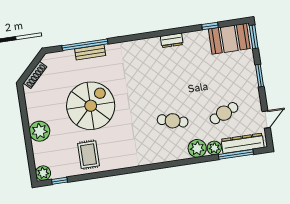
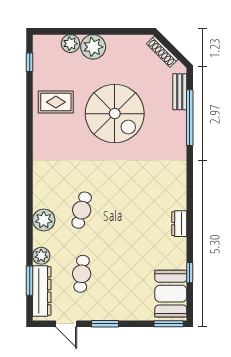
bench: (90, 52) -> (180, 92), moved
window: (260, 76) -> (105, 324), moved
cafe table: (224, 113) -> (82, 274), turned 30
plant: (197, 148) -> (44, 220), moved
window: (236, 154) -> (30, 281), width x0.69
plant: (43, 173) -> (70, 44), moved

